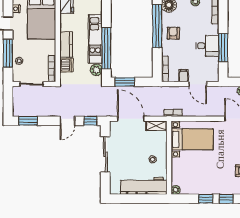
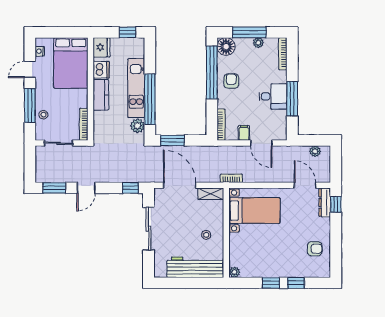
dishwasher: (66, 65) -> (101, 70), moved
door: (67, 121) -> (86, 188), moved

